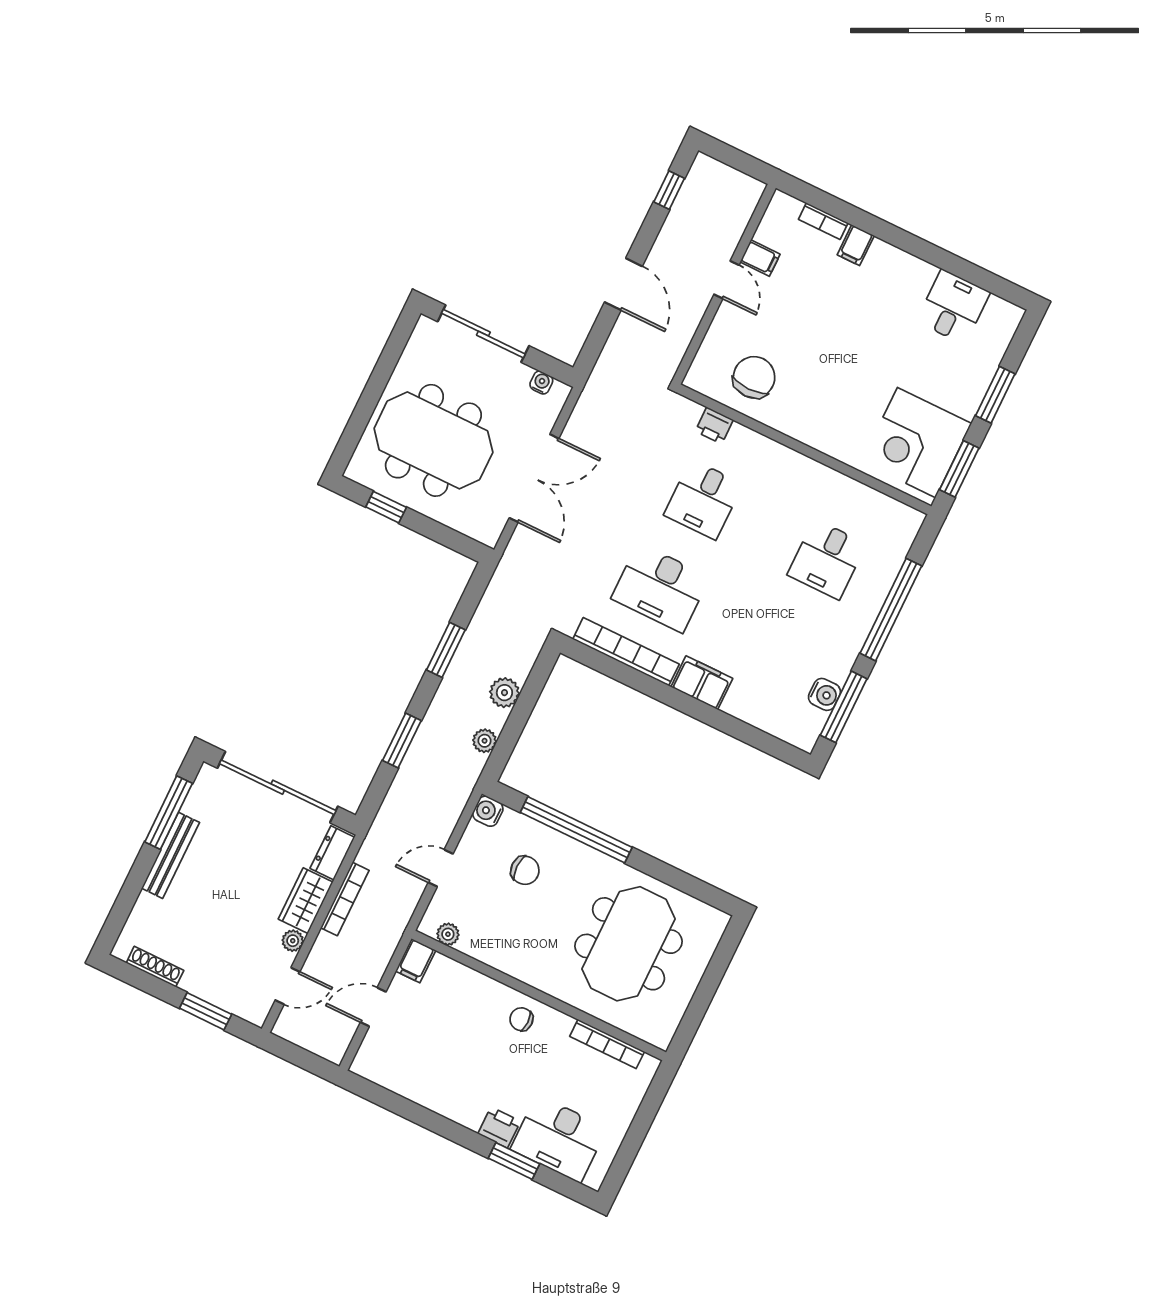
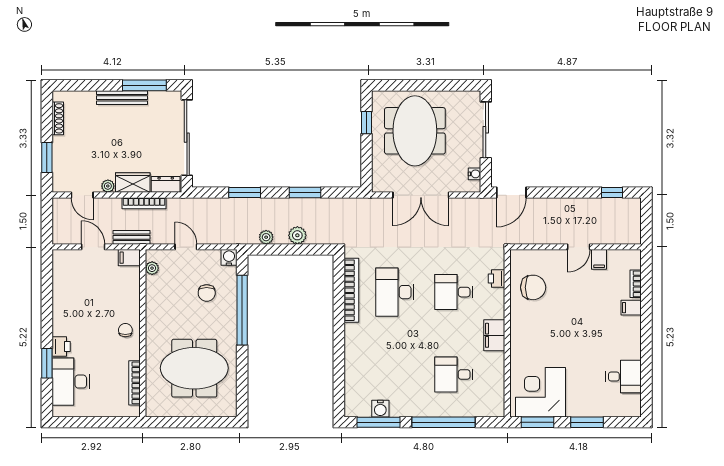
door: (623, 284) -> (511, 192), moved
filing cabinet: (702, 683) -> (494, 335), moved, turned 180
bench: (387, 943) -> (132, 237), added

